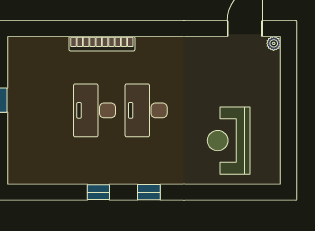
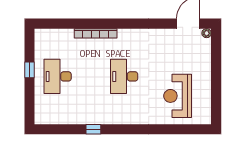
desk: (95, 110) -> (58, 76), moved
window: (149, 192) -> (126, 129), removed

